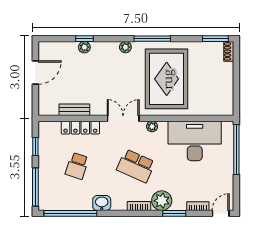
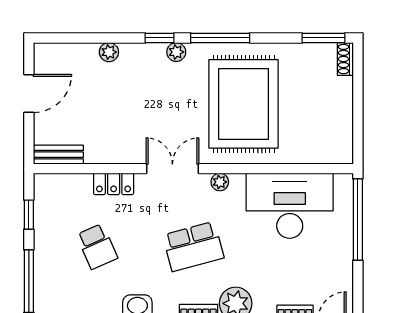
window: (85, 39) -> (159, 38), moved
bench: (74, 110) -> (58, 155), moved
locker: (80, 128) -> (114, 184), width x0.66
school desk: (77, 166) -> (97, 246), turned -42
school desk: (136, 166) -> (193, 246), turned -39

